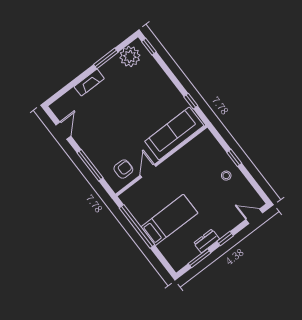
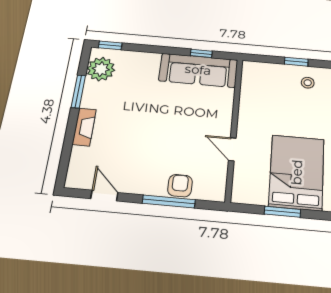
sofa: (174, 133) -> (198, 70), moved, turned -90
armchair: (123, 169) -> (180, 186), moved
bed: (169, 220) -> (297, 172), width x1.50
window: (137, 226) -> (282, 212), width x0.47

